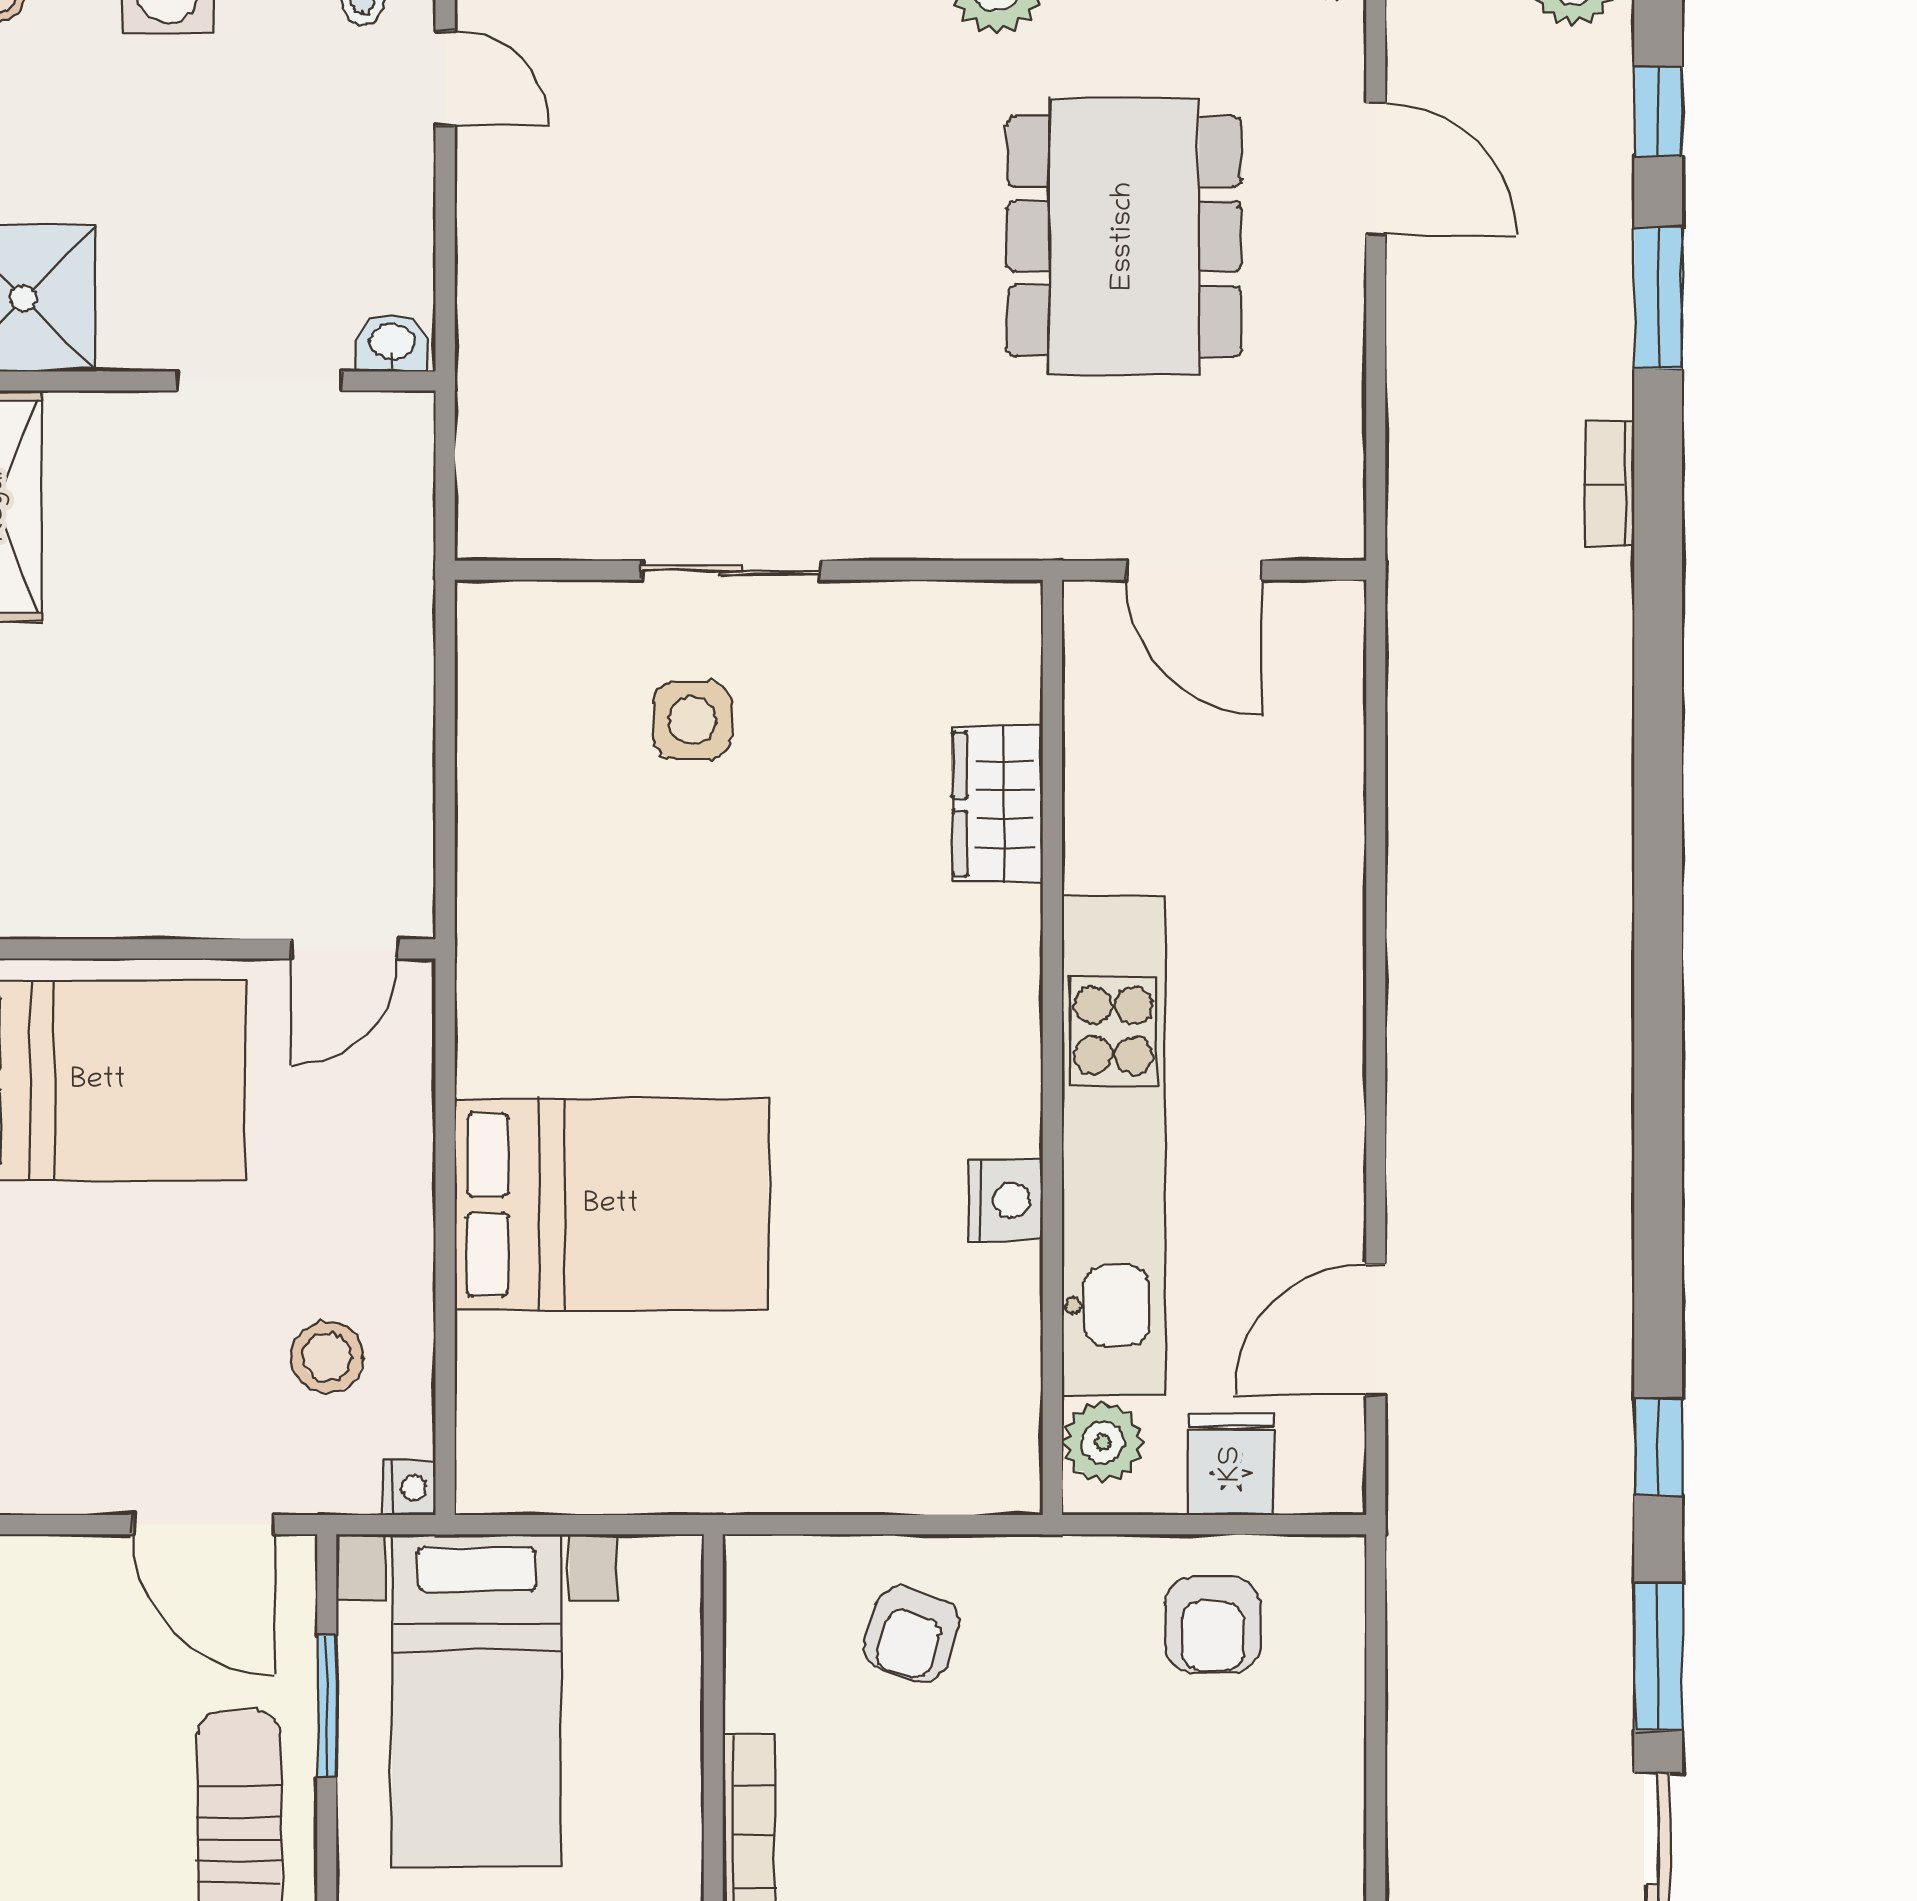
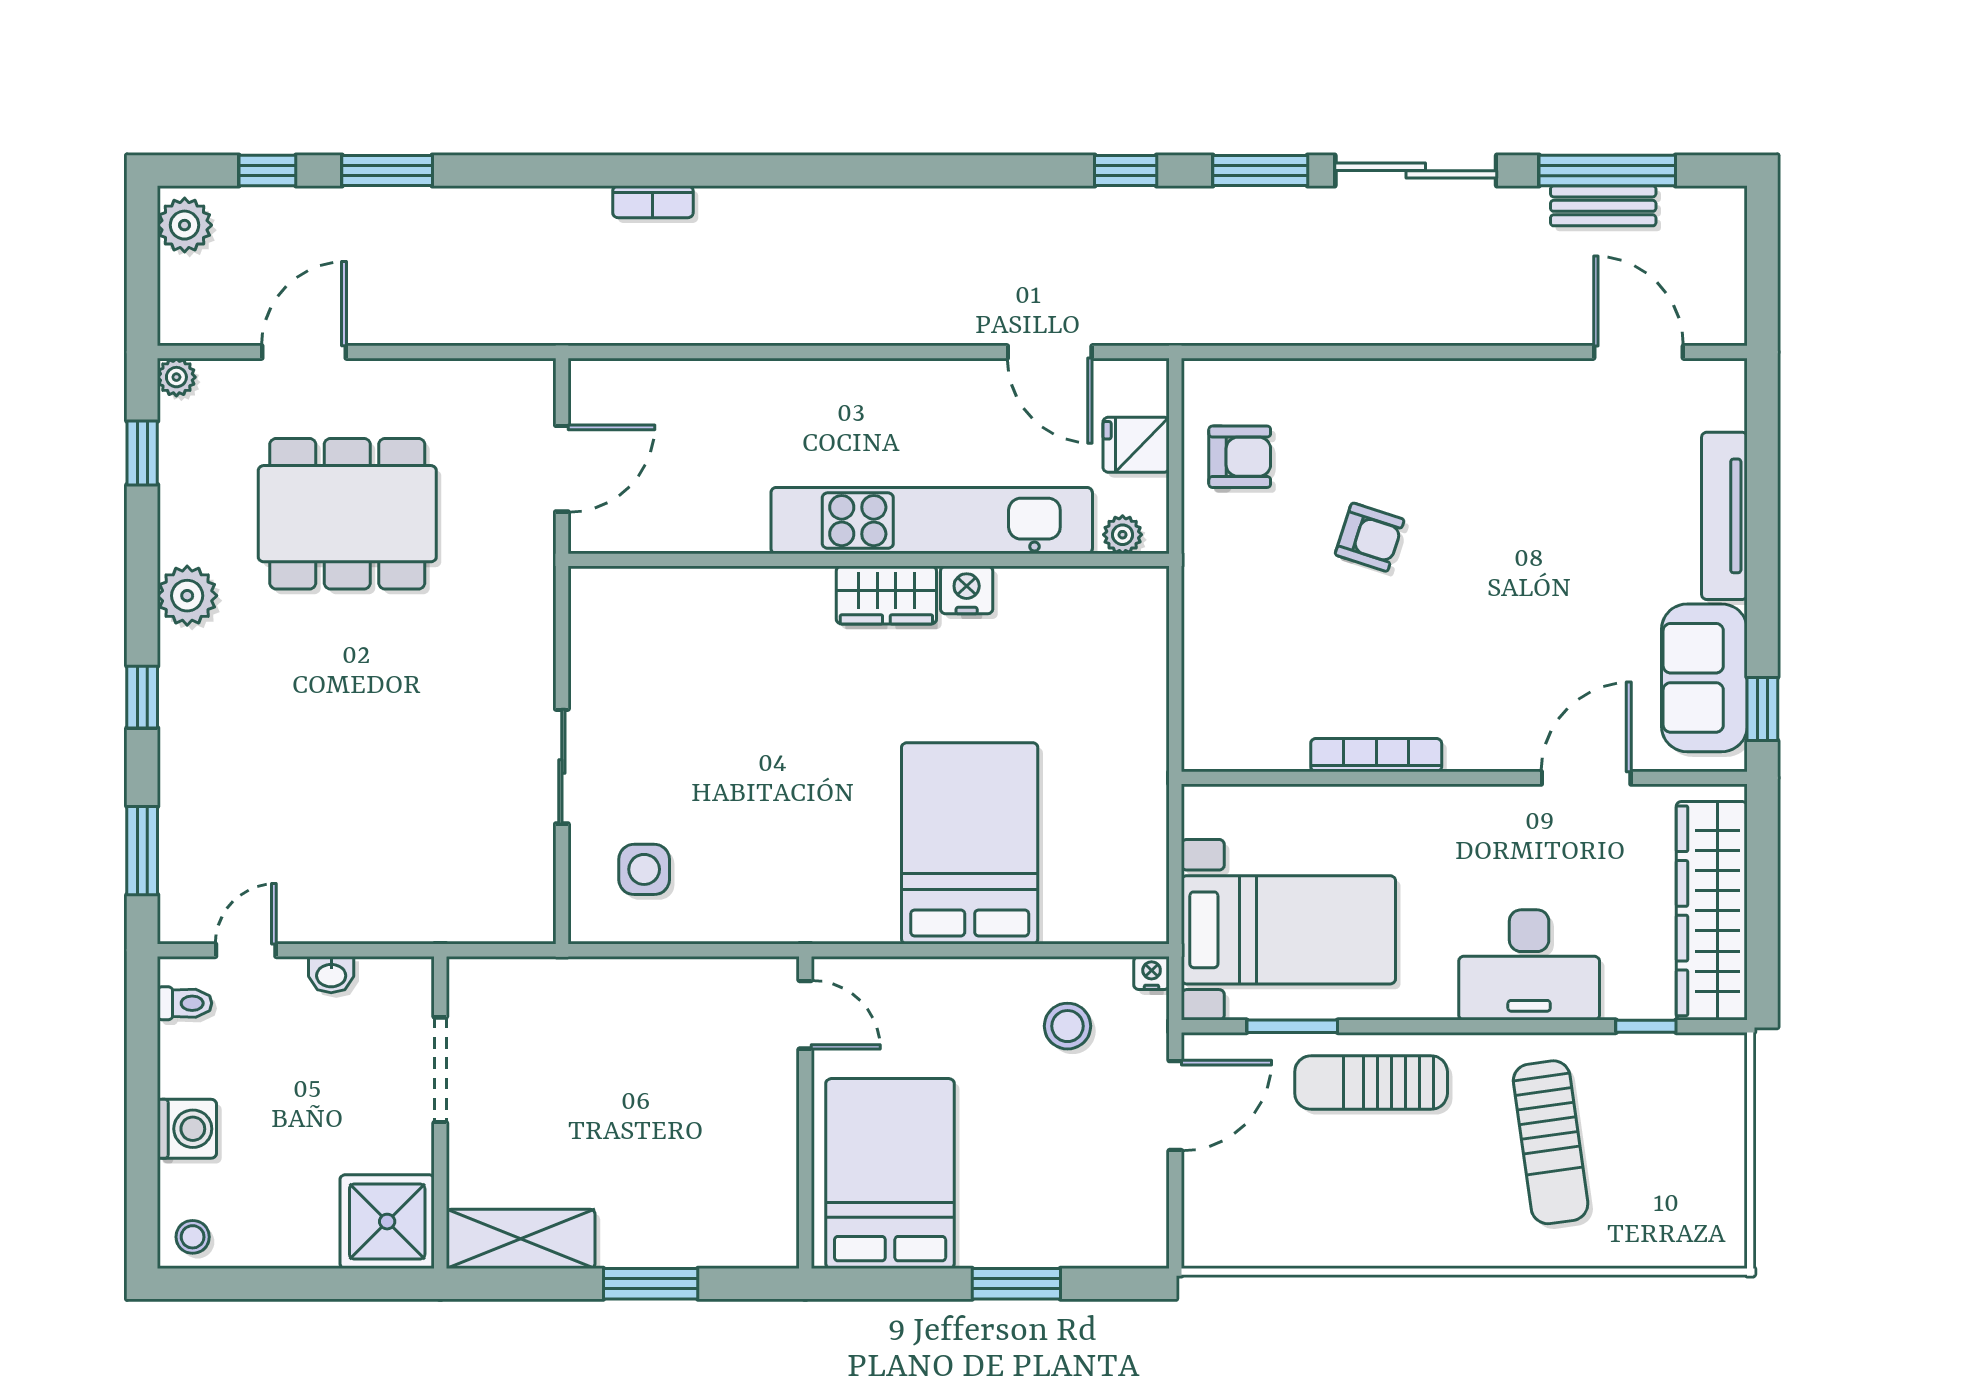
washbasin: (392, 343) -> (331, 975), moved, turned -90
bookcase: (1610, 484) -> (653, 202), moved
side table: (692, 720) -> (644, 869), moved
wardrobe: (998, 804) -> (886, 595), moved
plant: (1103, 1442) -> (1123, 535), width x0.73, depth x0.73
armchair: (912, 1634) -> (1370, 537), moved

